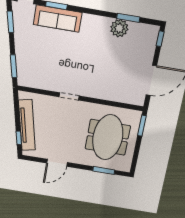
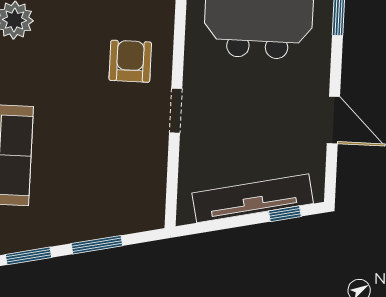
window: (14, 66) -> (97, 245), moved
armchair: (94, 79) -> (130, 61), added

